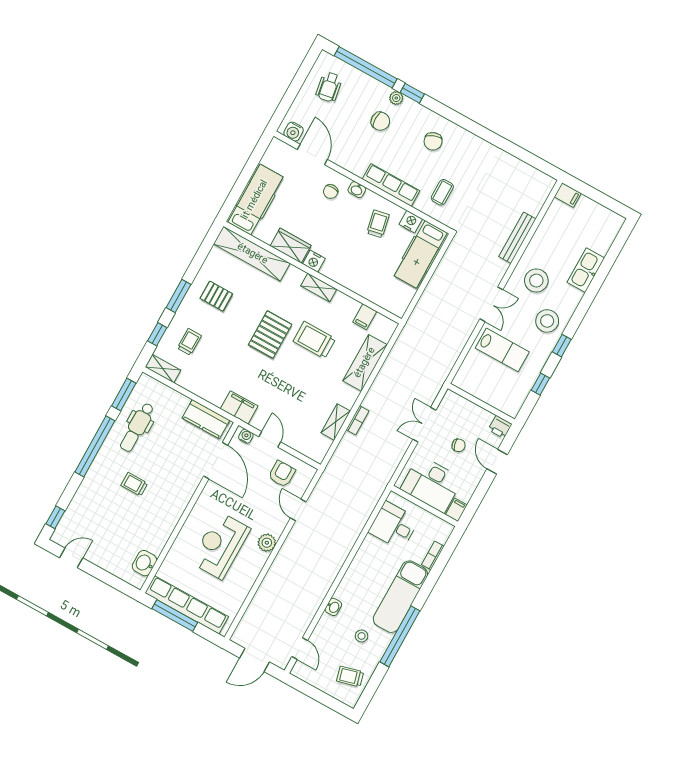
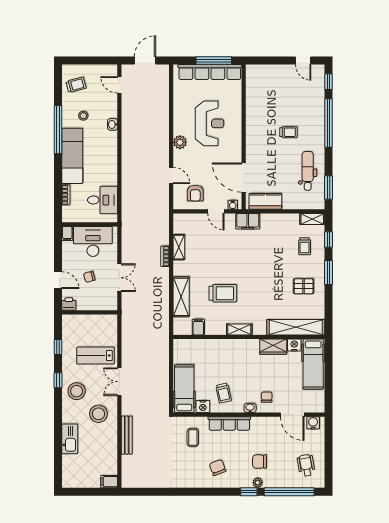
nightstand: (314, 261) -> (294, 345), moved
pallet: (270, 335) -> (254, 281), removed
window: (95, 446) -> (328, 123), moved
door: (71, 558) -> (303, 61), hinge flipped
washbasin: (144, 563) -> (253, 84), removed

